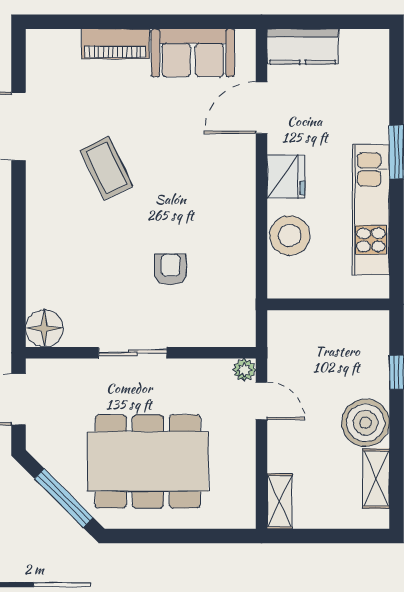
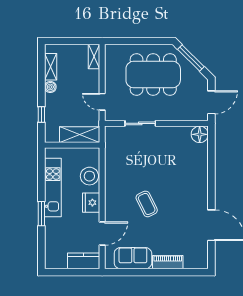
coffee table: (106, 168) -> (147, 204), moved
armchair: (171, 270) -> (143, 161), removed
shelving: (311, 328) -> (80, 135), added
sliding door: (133, 353) -> (140, 123), moved
plant: (244, 370) -> (110, 116), removed
boiler: (366, 423) -> (50, 87), width x0.54, depth x0.54

